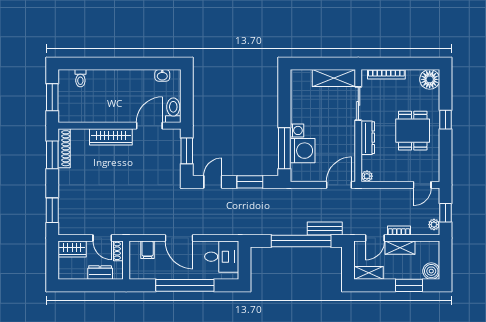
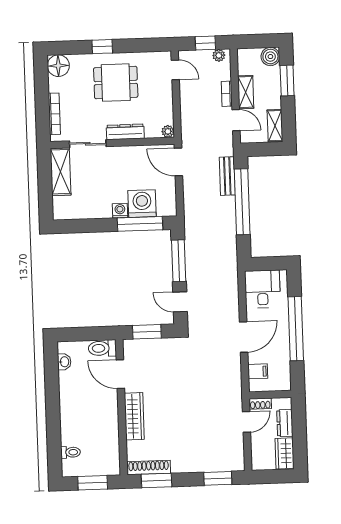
window: (250, 182) -> (179, 261), width x1.44
wardrobe: (72, 249) -> (285, 453), moved, turned 180

